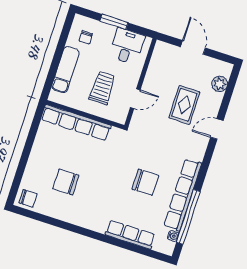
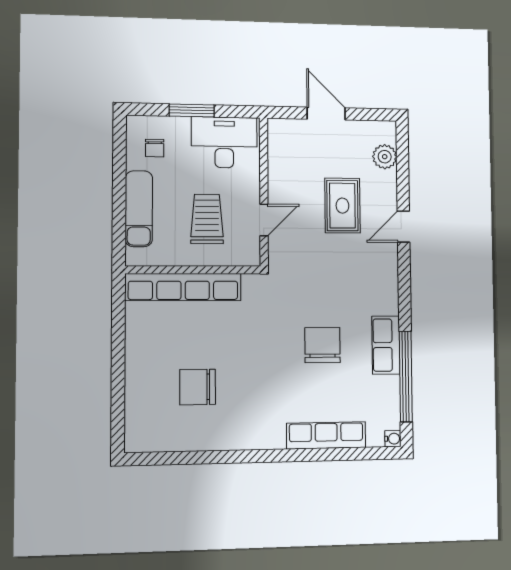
desk: (127, 46) -> (224, 142), width x1.37
chair: (145, 182) -> (322, 345), turned -90
row of seats: (183, 195) -> (386, 345), width x0.50
chair: (28, 198) -> (145, 434), removed
water cooler: (173, 236) -> (393, 439), moved

